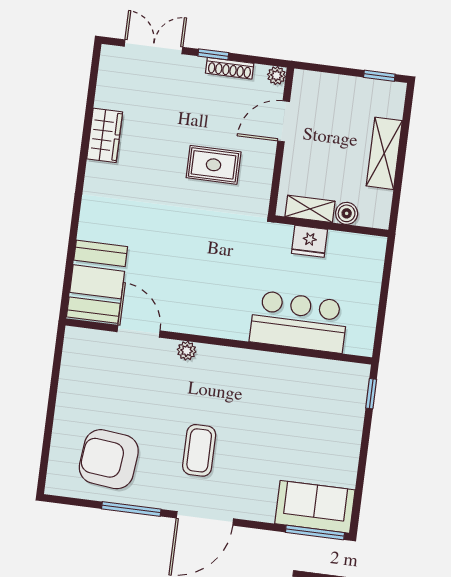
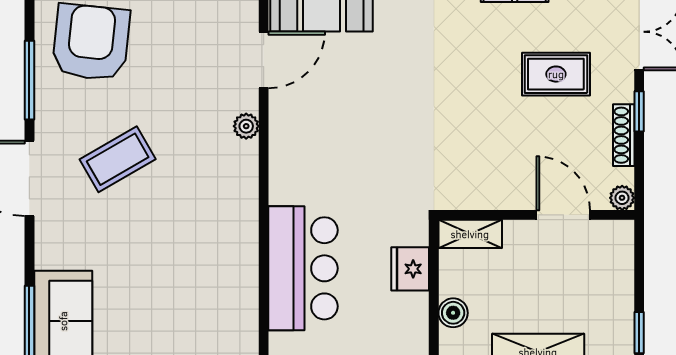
rug: (214, 165) -> (556, 74), moved, turned 90
shelving: (310, 209) -> (470, 234), moved, turned 90
coffee table: (199, 450) -> (118, 159), turned -30

